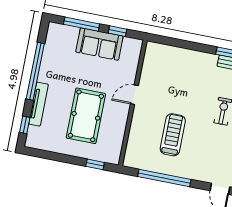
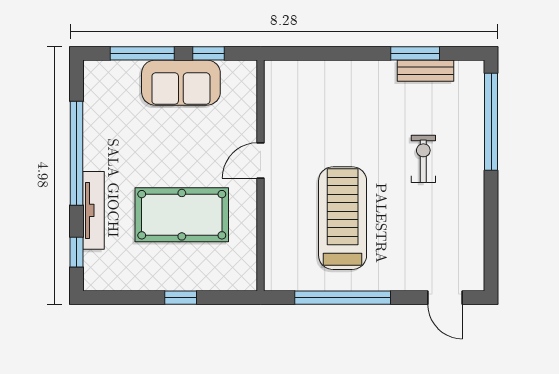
pool table: (86, 116) -> (182, 215), turned 90
treadmill: (173, 135) -> (343, 218), width x1.37, depth x1.38
window: (95, 164) -> (181, 298), moved

